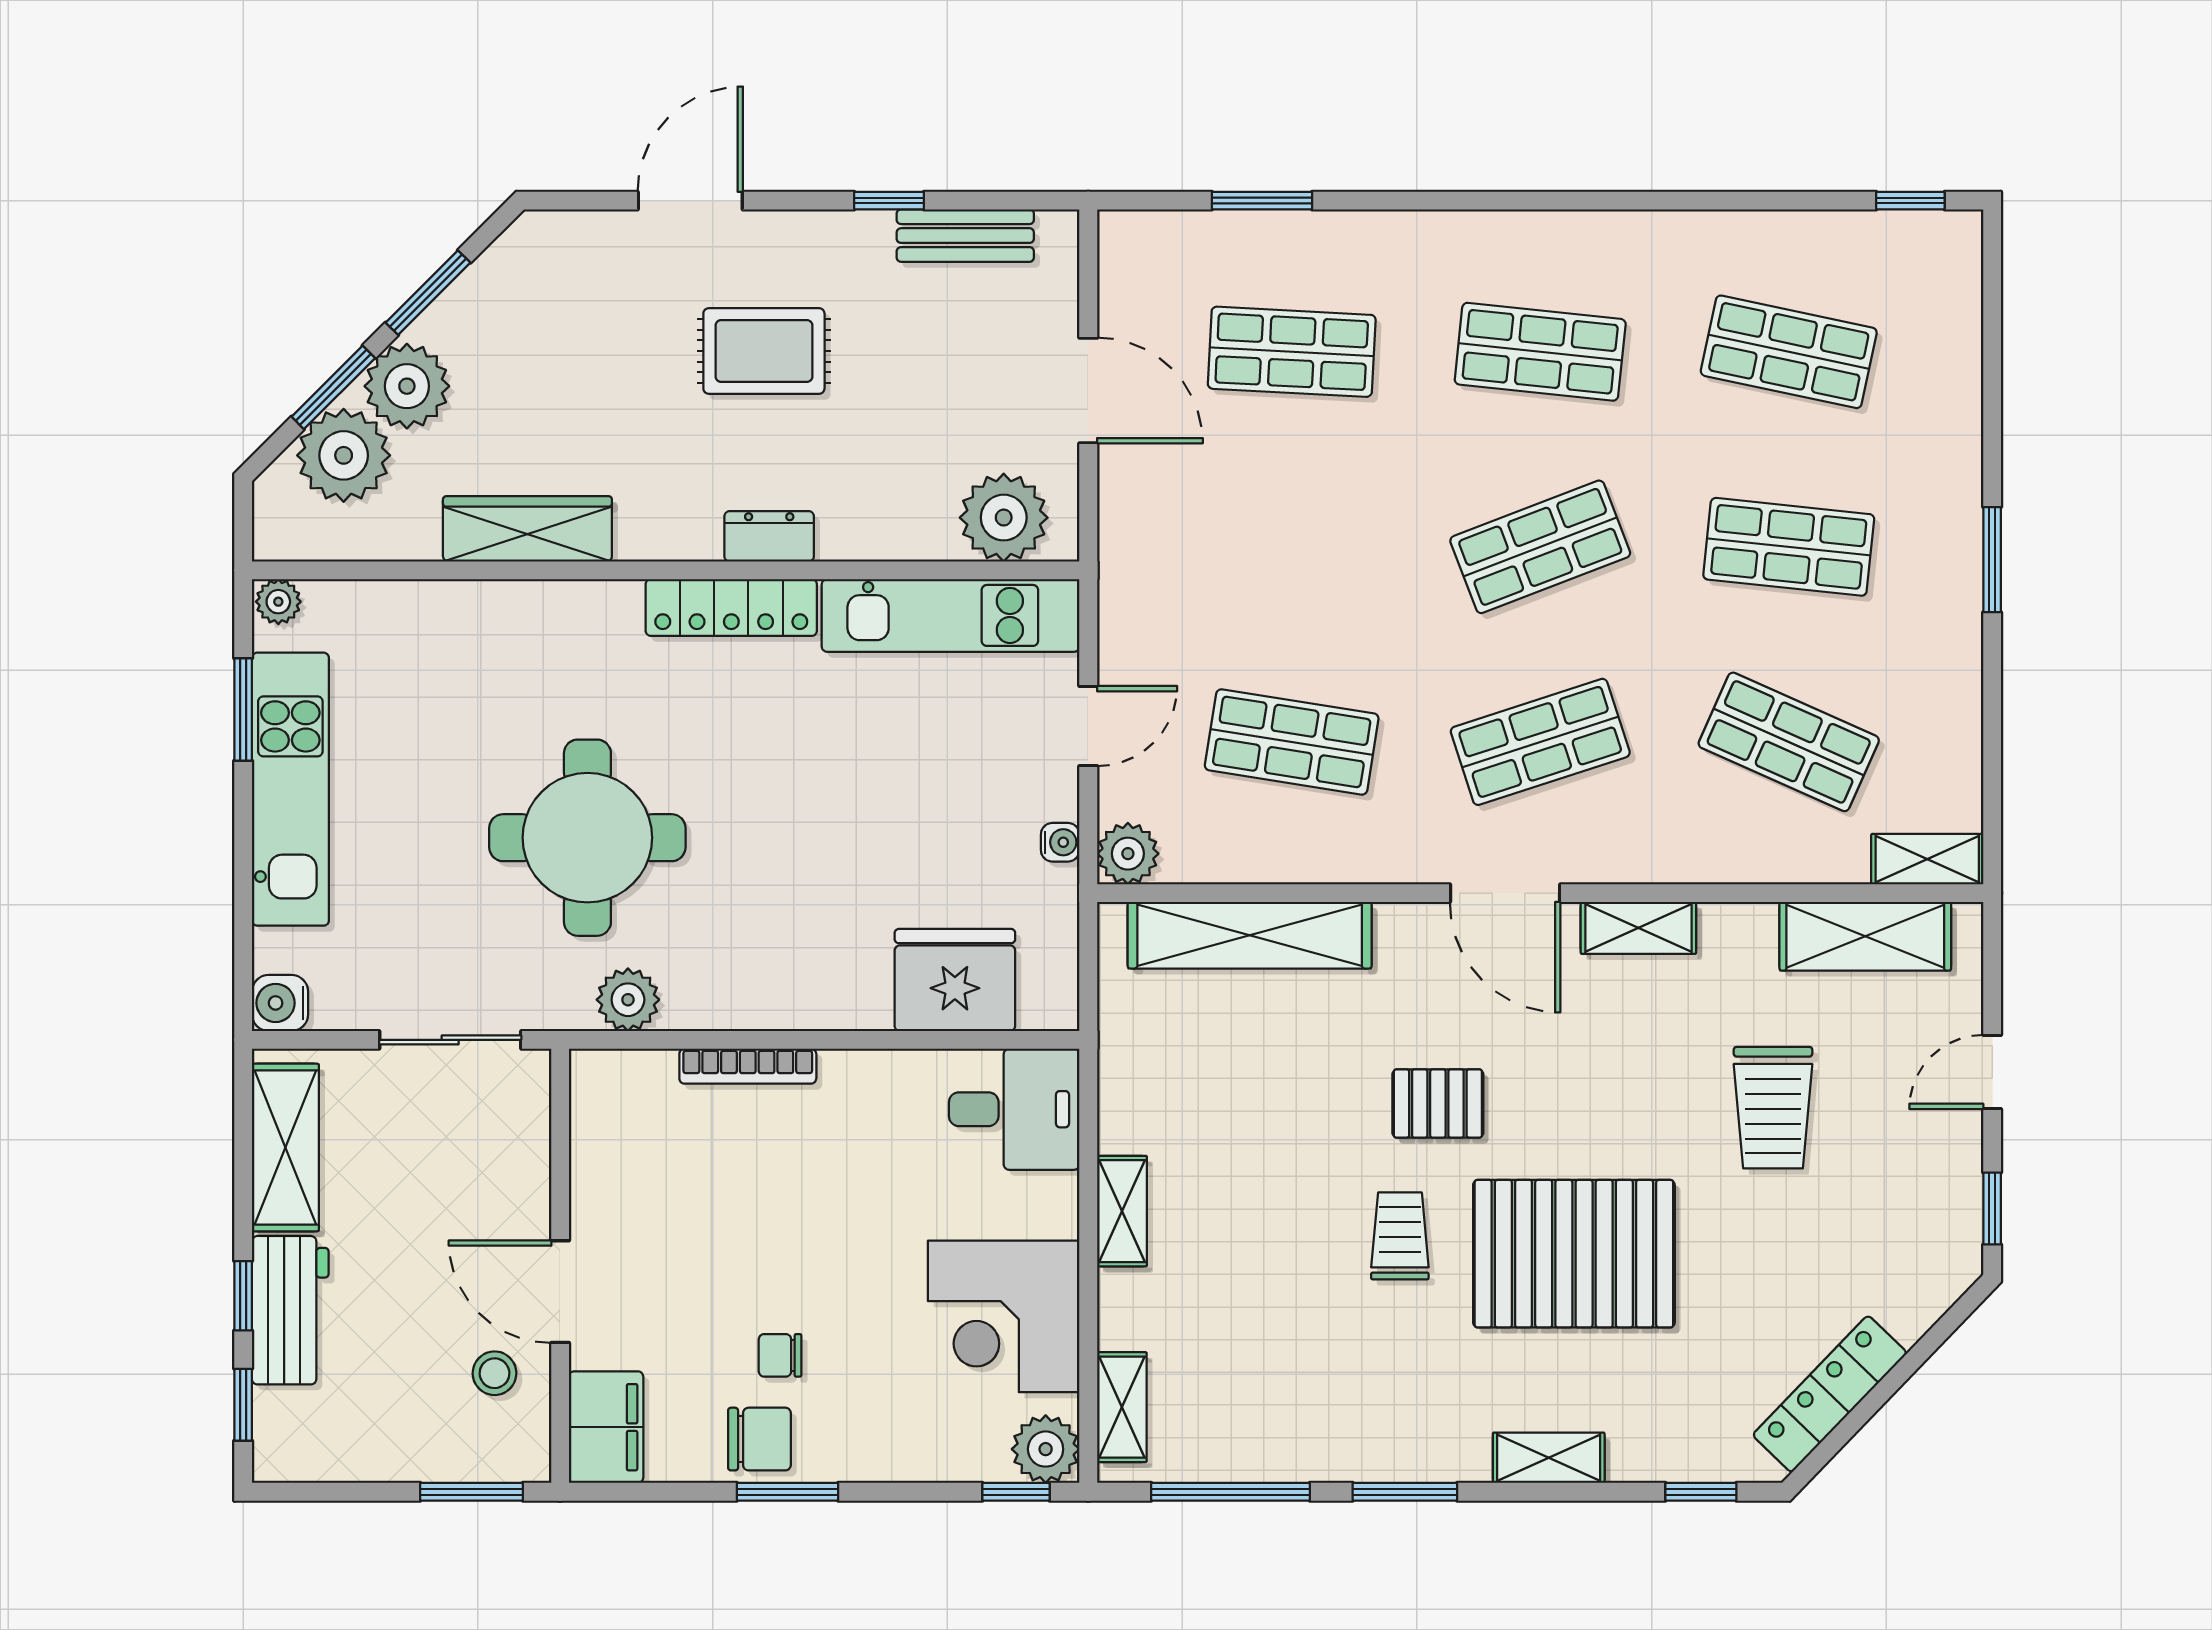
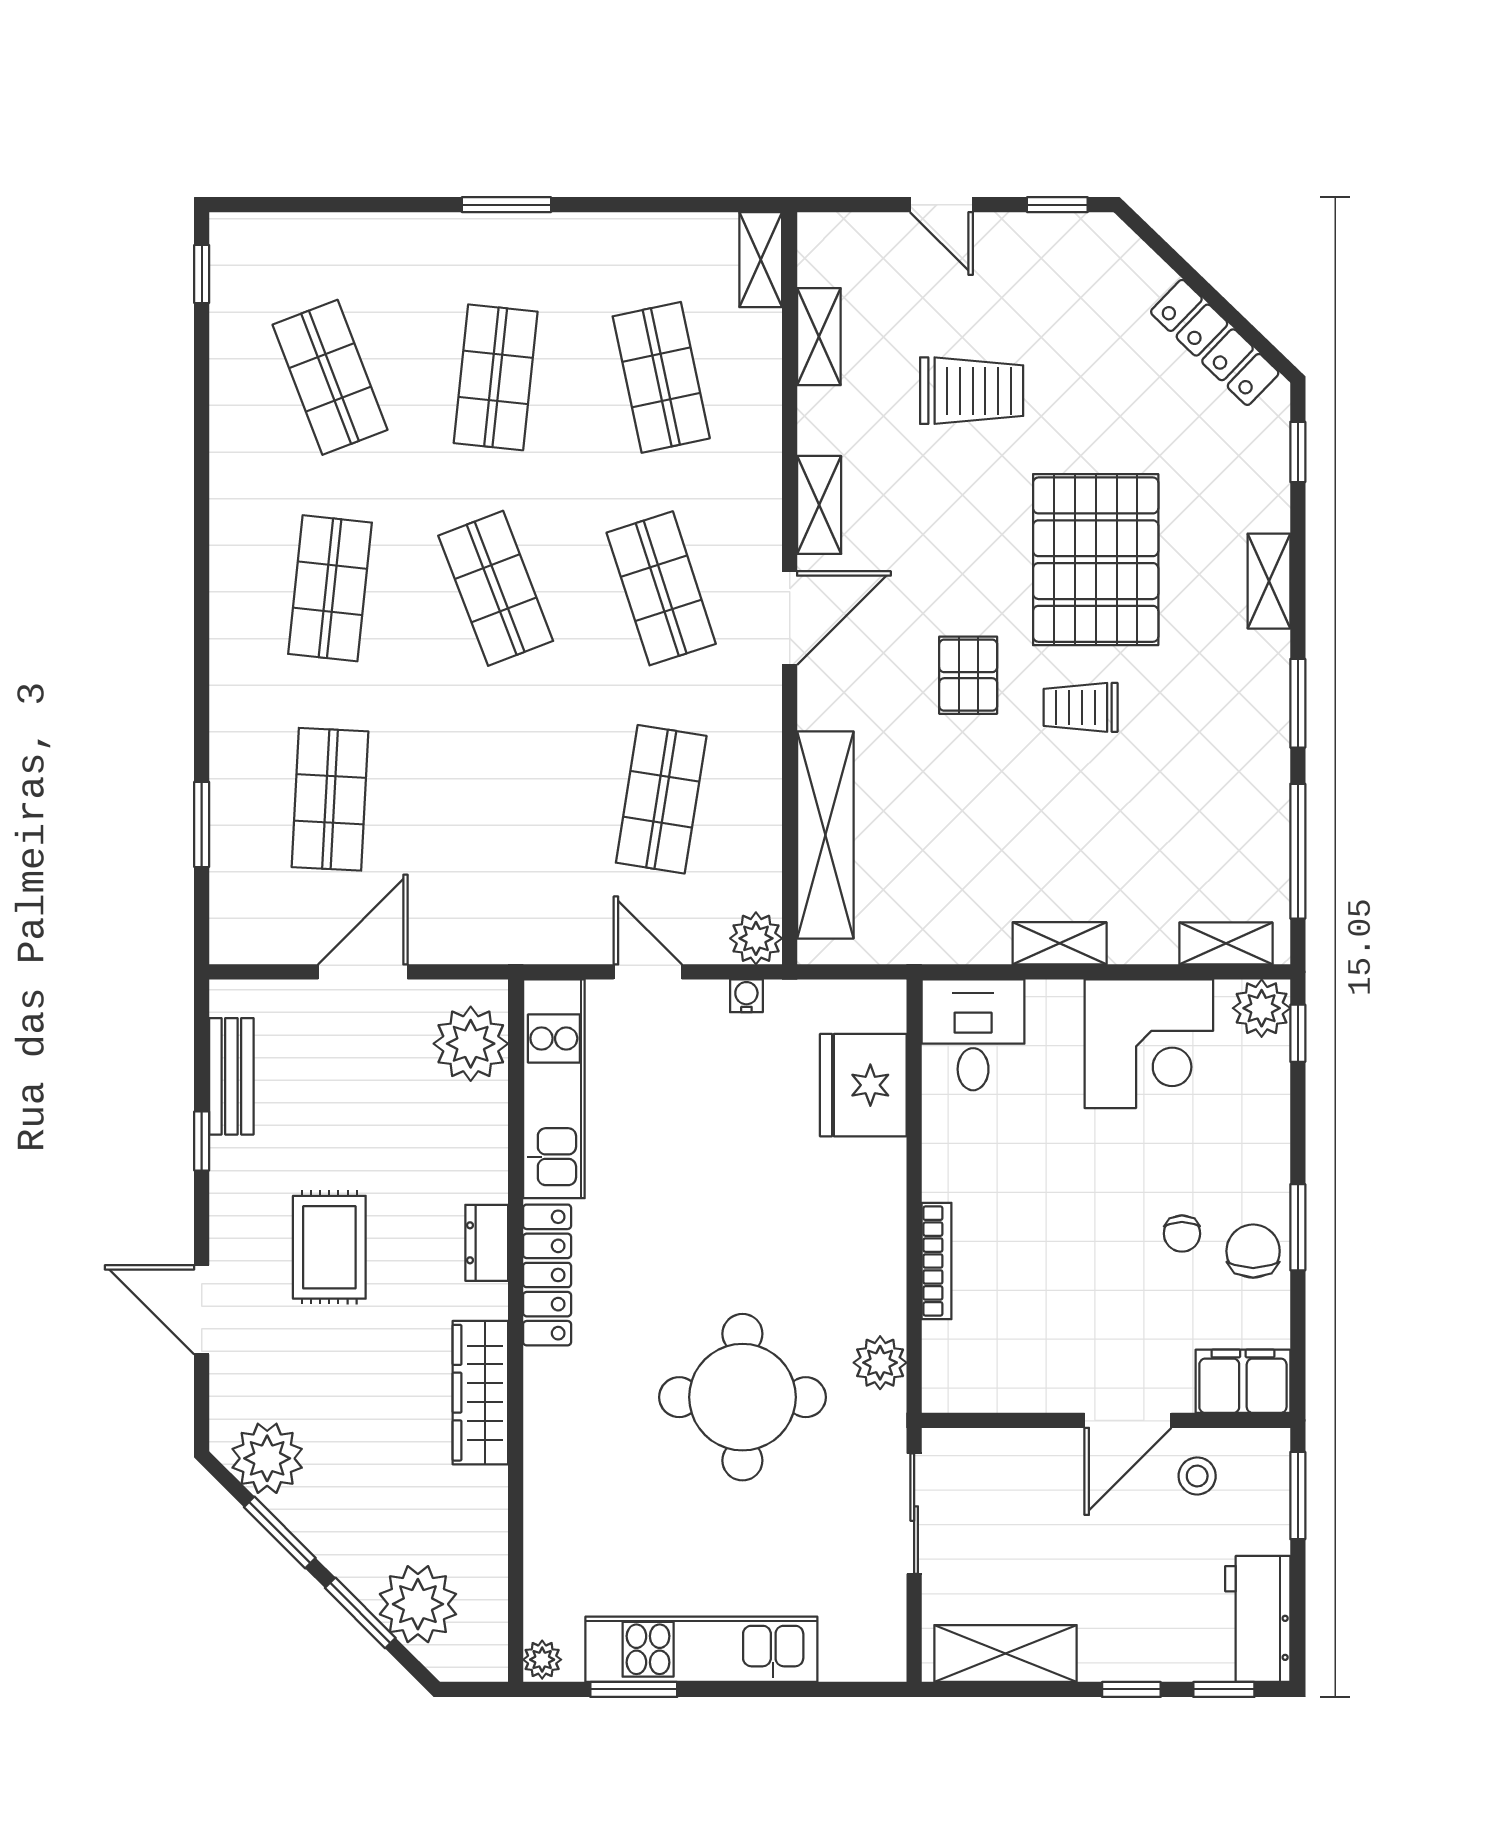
shop shelf: (1789, 352) -> (330, 377), turned -33
plant: (407, 386) -> (267, 1458), moved
wardrobe: (527, 529) -> (480, 1393), moved
shop shelf: (1789, 742) -> (661, 377), turned -36
shelving: (1865, 936) -> (819, 337), width x0.67, depth x0.75
water cooler: (280, 1003) -> (883, 1658), removed
workbench: (290, 1310) -> (1258, 1619), moved, turned -90

